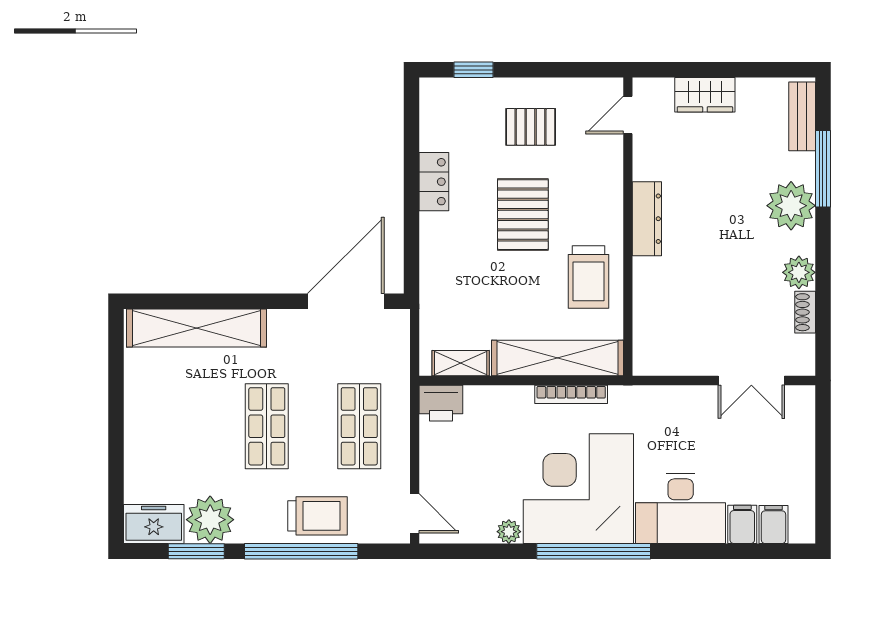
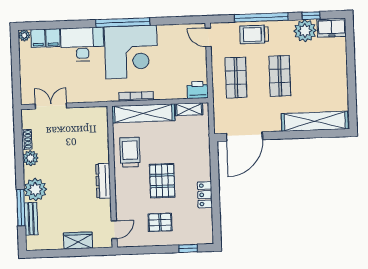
bench: (802, 116) -> (31, 219), moved
plant: (509, 532) -> (24, 35), moved
window: (196, 551) -> (311, 16), width x0.67

